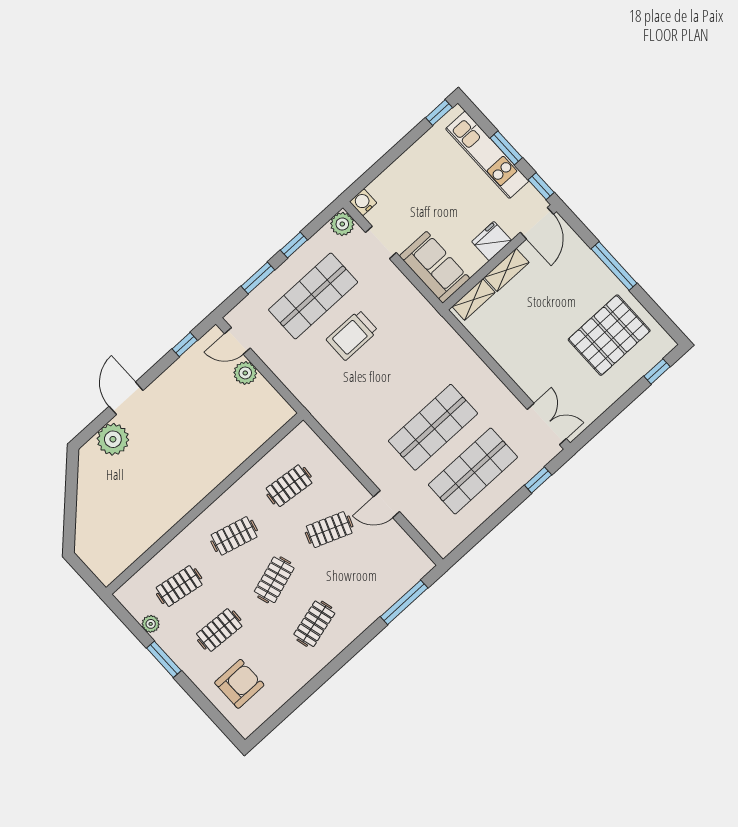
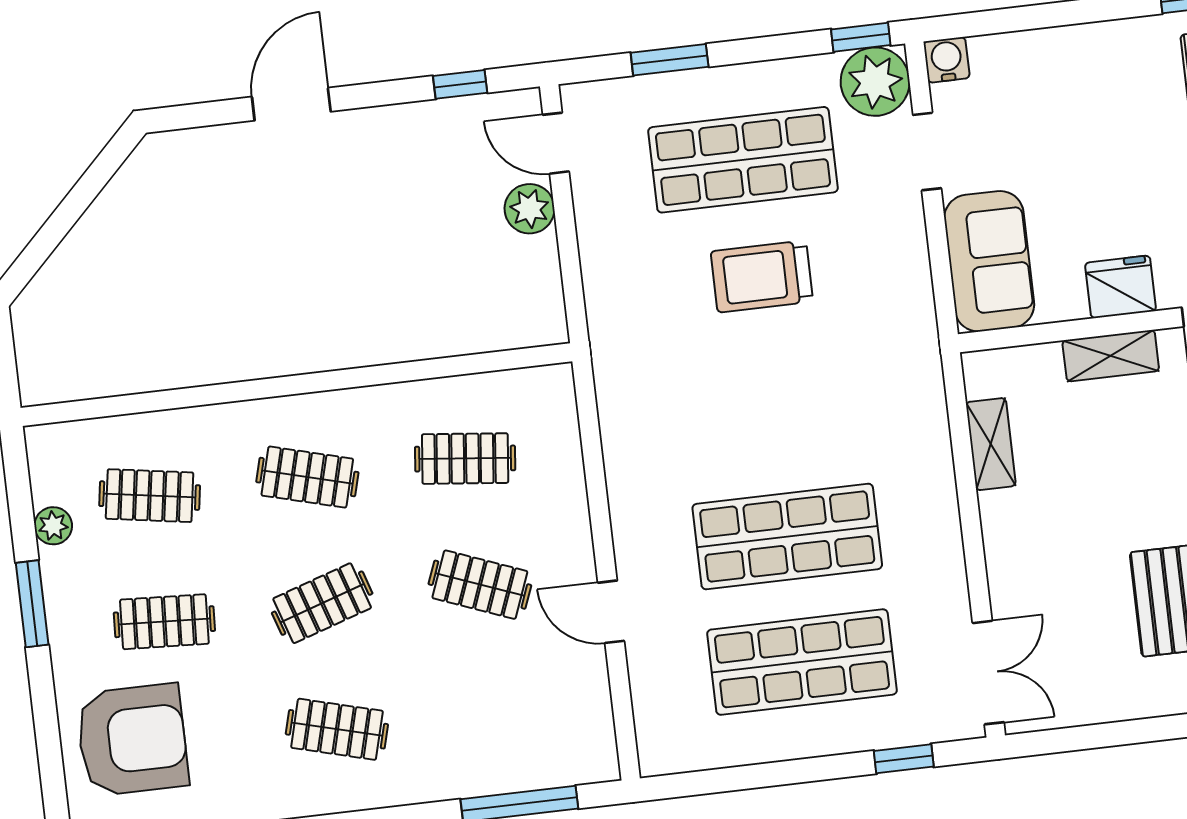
plant: (342, 224) -> (875, 82), width x1.36, depth x1.36
window: (294, 245) -> (861, 37), moved
shelving: (474, 300) -> (991, 444), moved, turned 90
plant: (113, 439) -> (218, 159), removed
clothes rail: (314, 624) -> (337, 729), turned 30
armchair: (239, 684) -> (132, 740), width x1.36, depth x1.36

